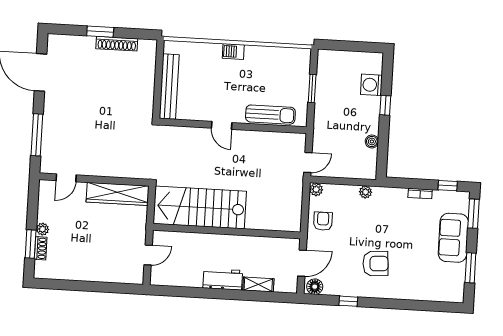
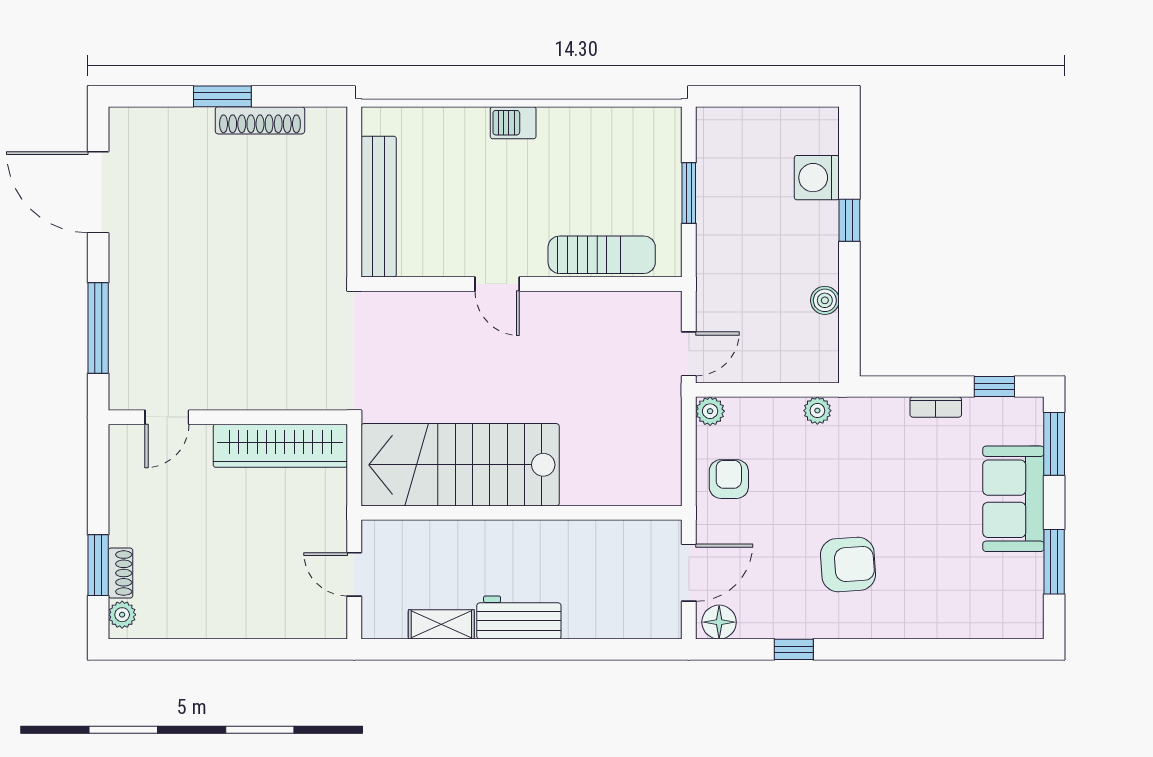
plant: (43, 229) -> (122, 615), moved
door: (148, 255) -> (354, 574), swing flipped
shelving: (258, 284) -> (441, 624), moved

